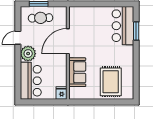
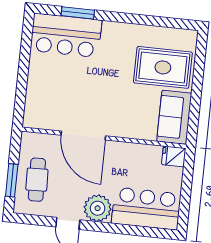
sofa: (77, 72) -> (174, 117), moved, turned -90

